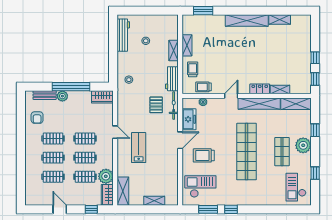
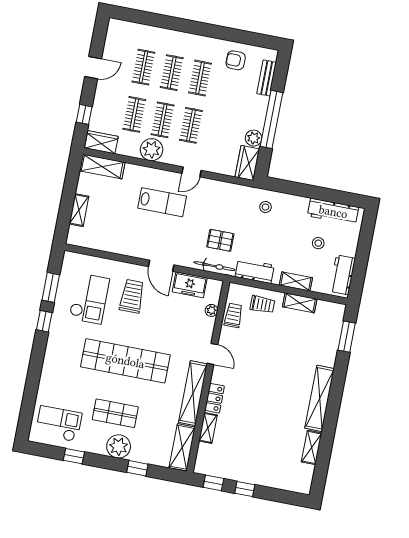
workbench: (163, 21) -> (342, 275), added
plant: (62, 96) -> (254, 138), moved
plant: (106, 176) -> (152, 150), moved
checkout: (200, 186) -> (89, 299), moved

